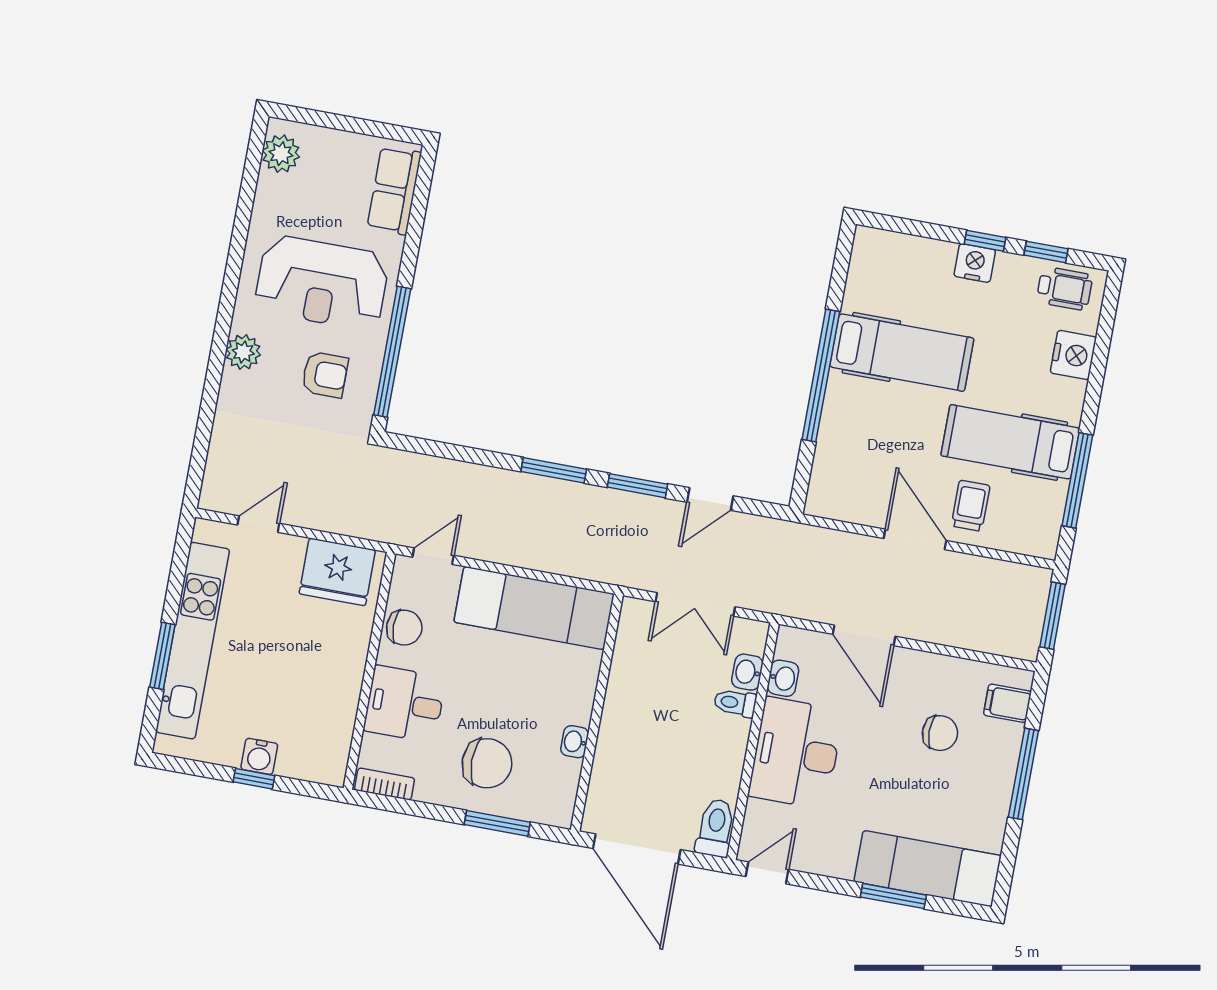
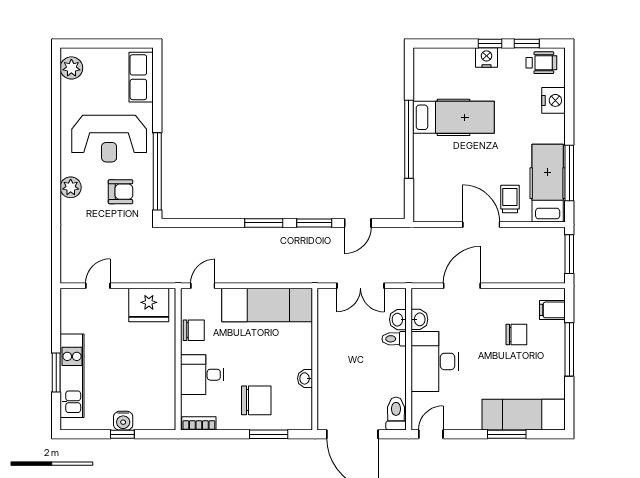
hospital bed: (1010, 442) -> (548, 183), moved, turned 90
door: (864, 635) -> (462, 286), swing flipped
kitchen unit: (193, 641) -> (72, 376), width x0.73

